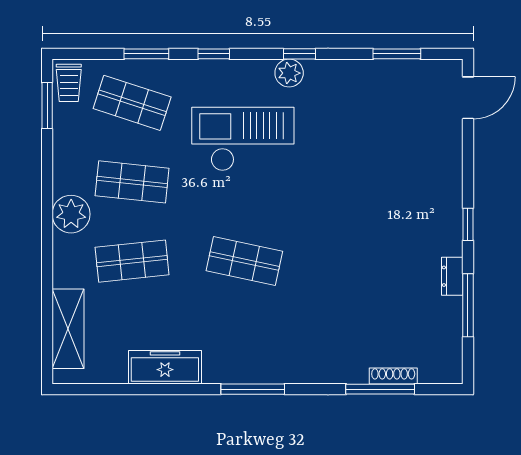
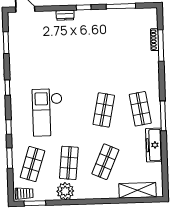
plant: (289, 73) -> (16, 92), removed
plant: (71, 214) -> (65, 191), moved
shop shelf: (132, 261) -> (105, 162), turned 30
dresser: (452, 276) -> (65, 15), moved
shop shelf: (244, 340) -> (140, 109), added
window: (253, 389) -> (163, 116), moved

